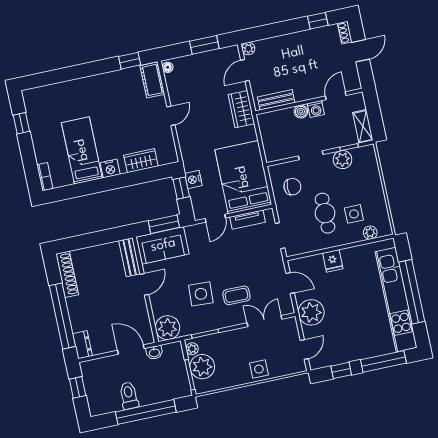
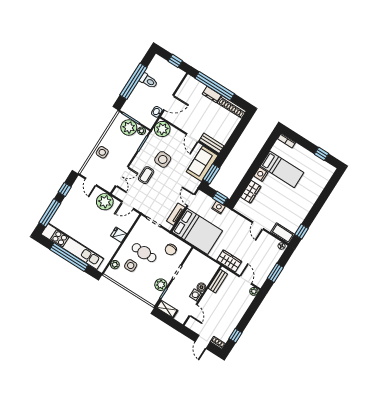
dresser: (83, 345) -> (212, 95), moved

